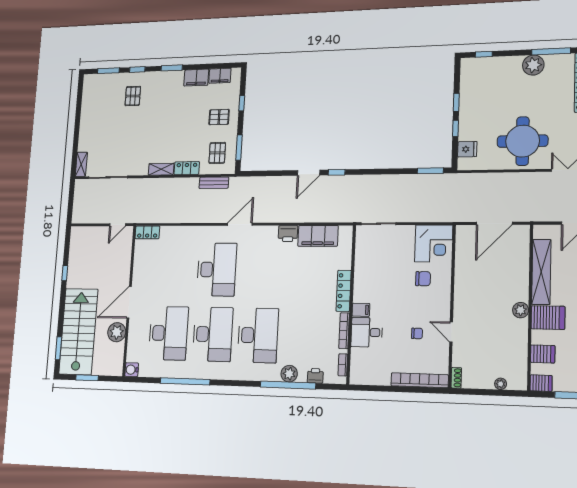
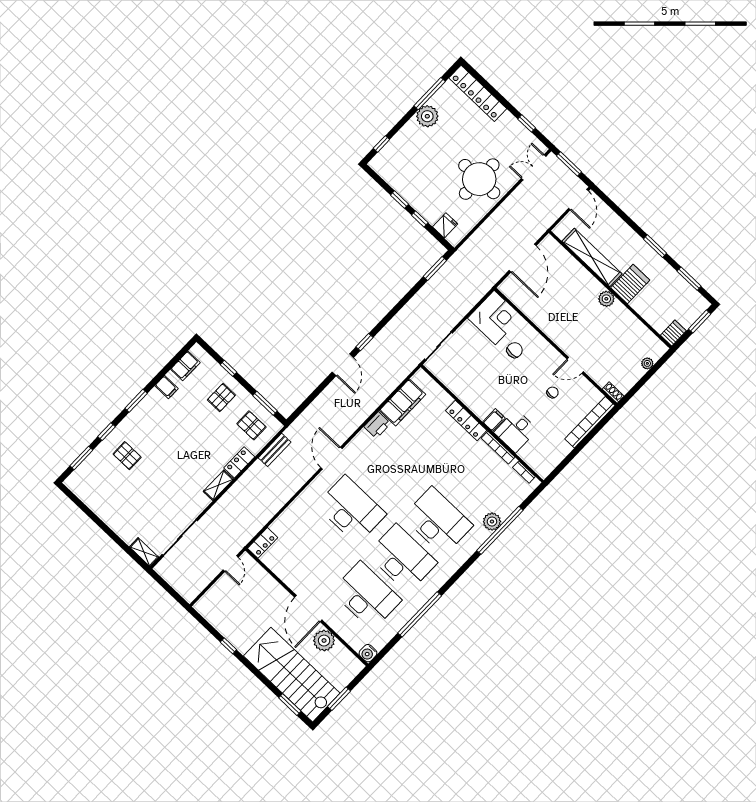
filing cabinet: (196, 78) -> (167, 387), width x0.50
server rack: (543, 354) -> (653, 312), removed
printer: (315, 376) -> (513, 502), removed

